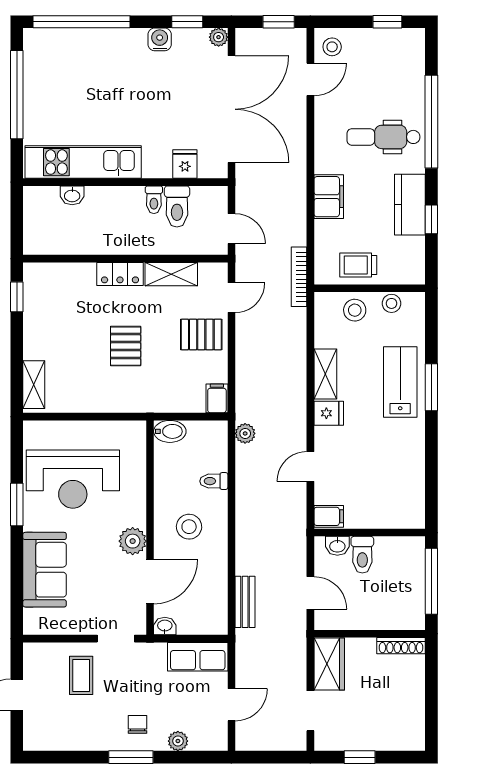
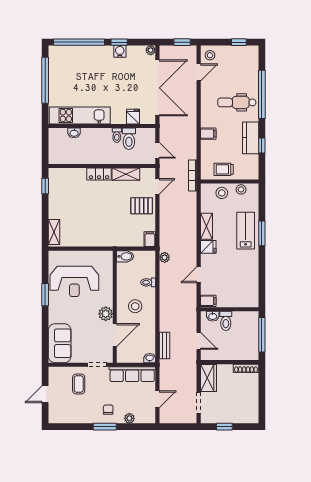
window: (187, 22) -> (119, 42), moved
filing cabinet: (329, 197) -> (208, 134), width x0.50
pallet: (126, 346) -> (102, 212), removed
sofa: (45, 570) -> (60, 343), moved
washbasin: (165, 626) -> (150, 358), moved
row of seats: (198, 657) -> (132, 374), width x1.48

